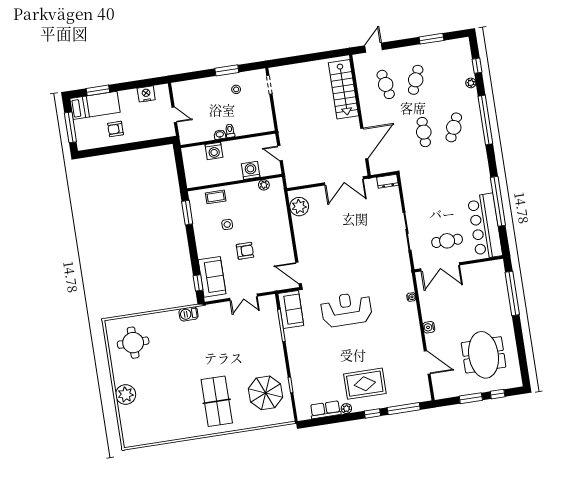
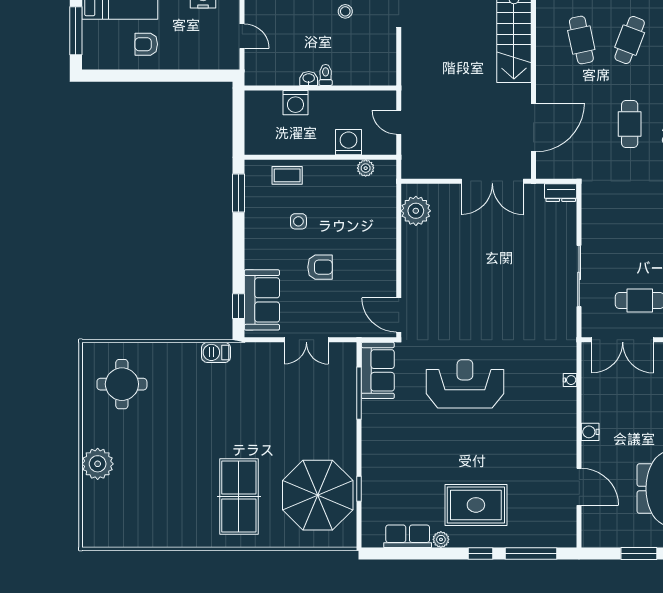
parasol: (266, 393) -> (318, 495), width x1.36, depth x1.36

